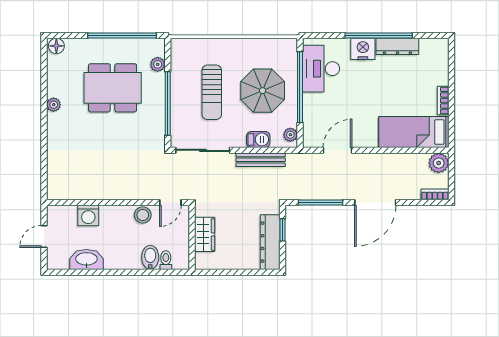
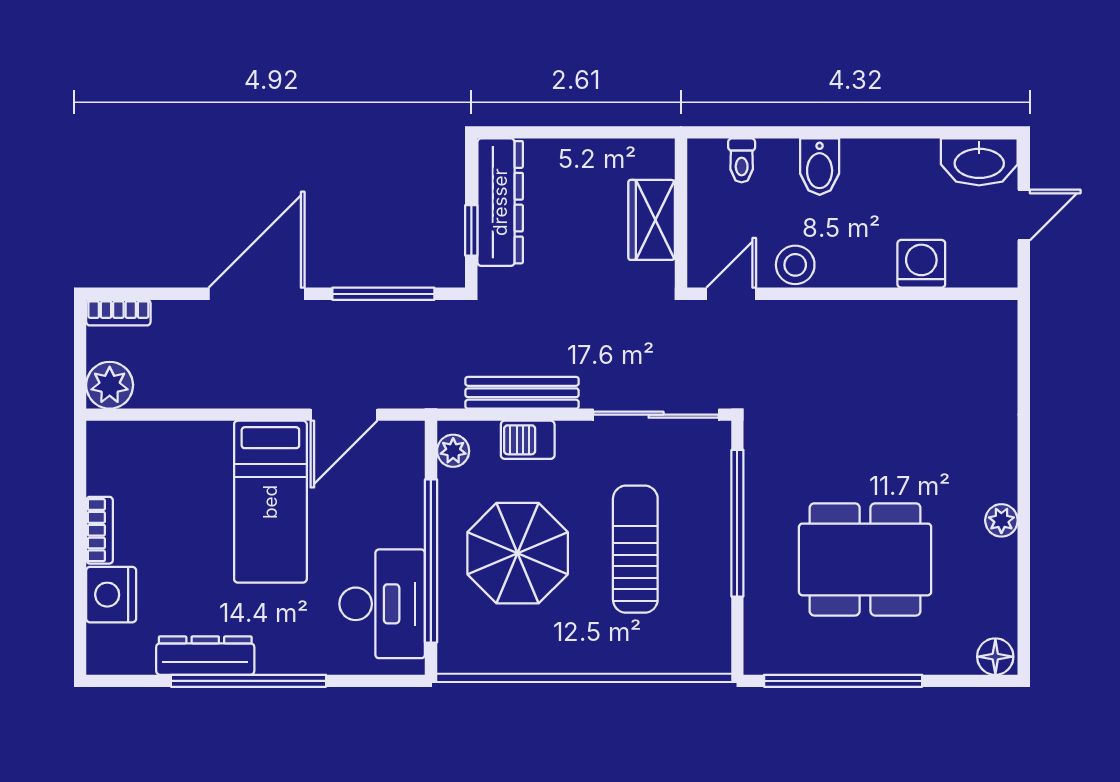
nightstand: (363, 49) -> (111, 595), moved, turned 90
plant: (158, 64) -> (761, 614), removed
bed: (414, 132) -> (270, 502), moved, turned 90
bidet: (150, 257) -> (820, 167), moved
washbasin: (86, 259) -> (979, 162), moved

